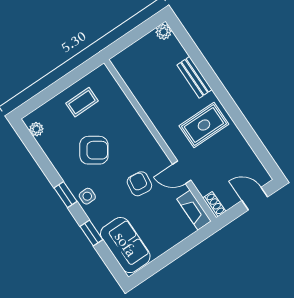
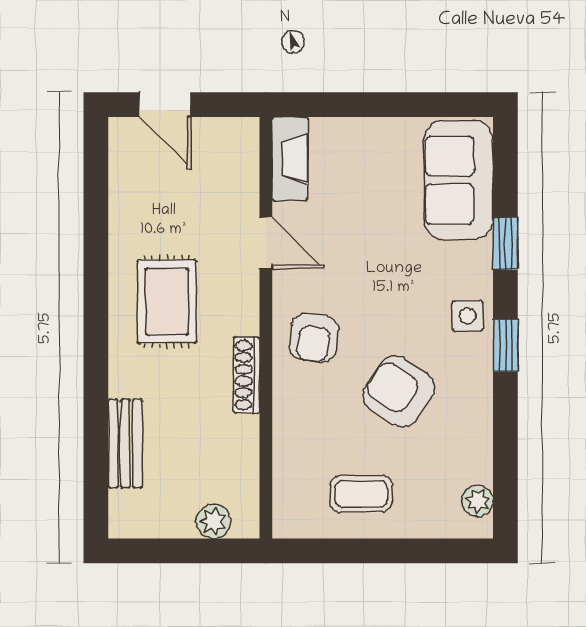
plant: (164, 32) -> (213, 521), moved
bench: (195, 77) -> (125, 443), moved
rug: (204, 125) -> (167, 302), turned 90
armchair: (139, 184) -> (314, 338), moved
shoe rack: (214, 205) -> (247, 375), moved, width x1.43

